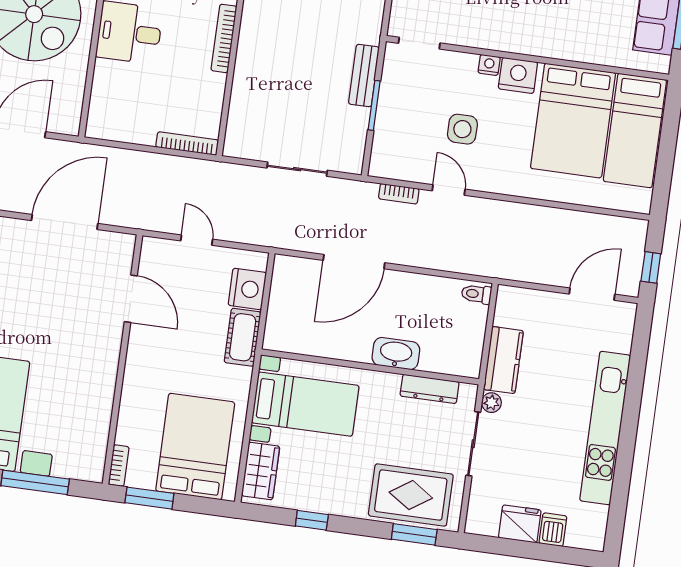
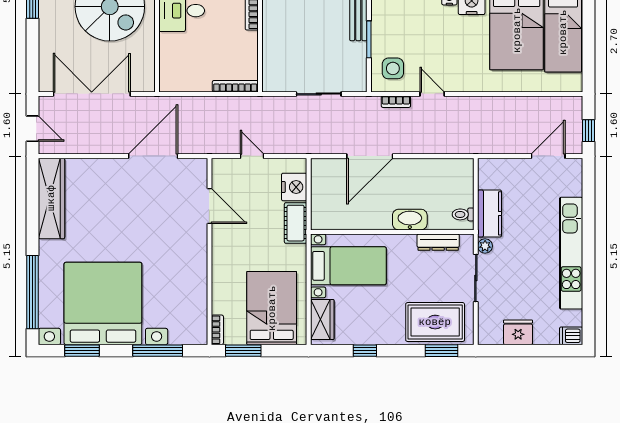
side table: (462, 129) -> (393, 68), moved
toilet: (476, 294) -> (463, 214), moved
dishwasher: (553, 530) -> (571, 336), moved, turned -90

